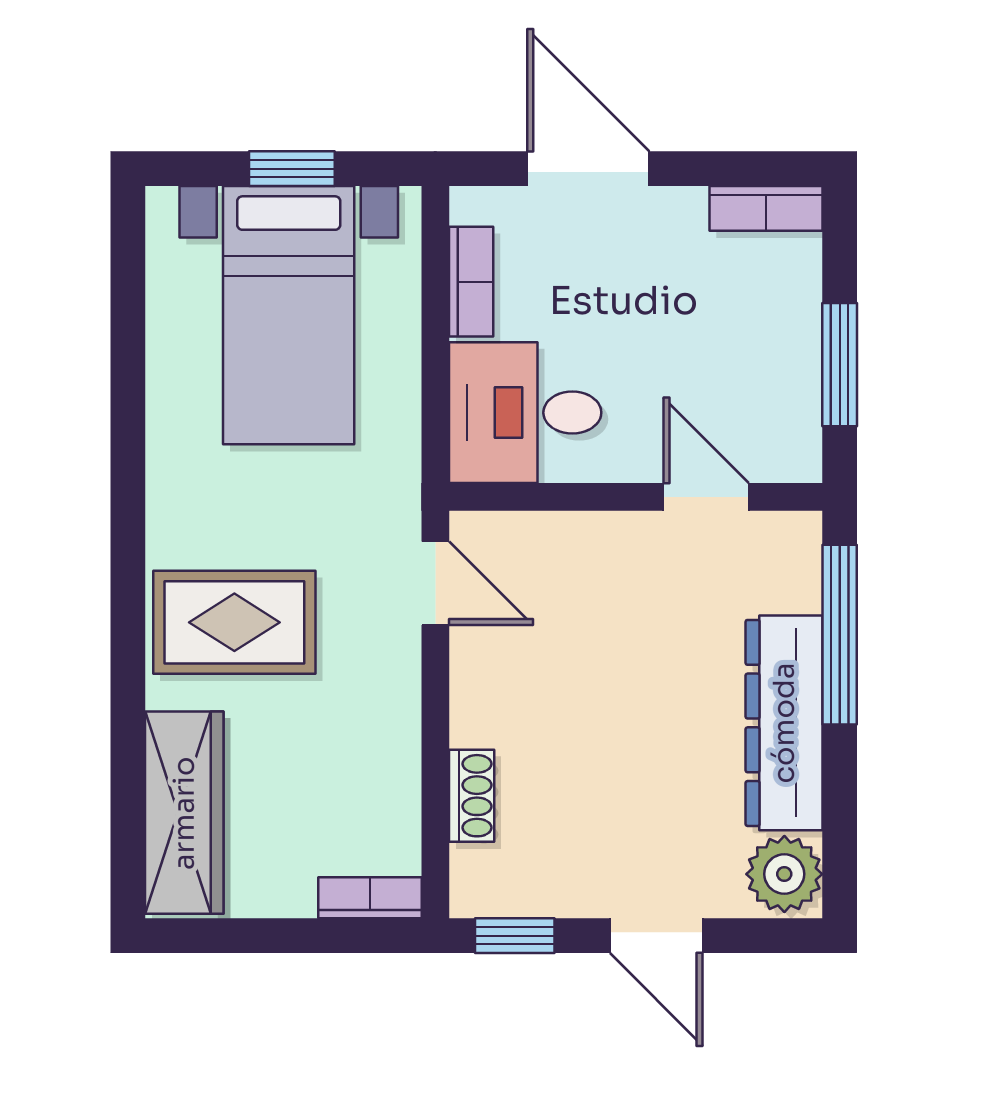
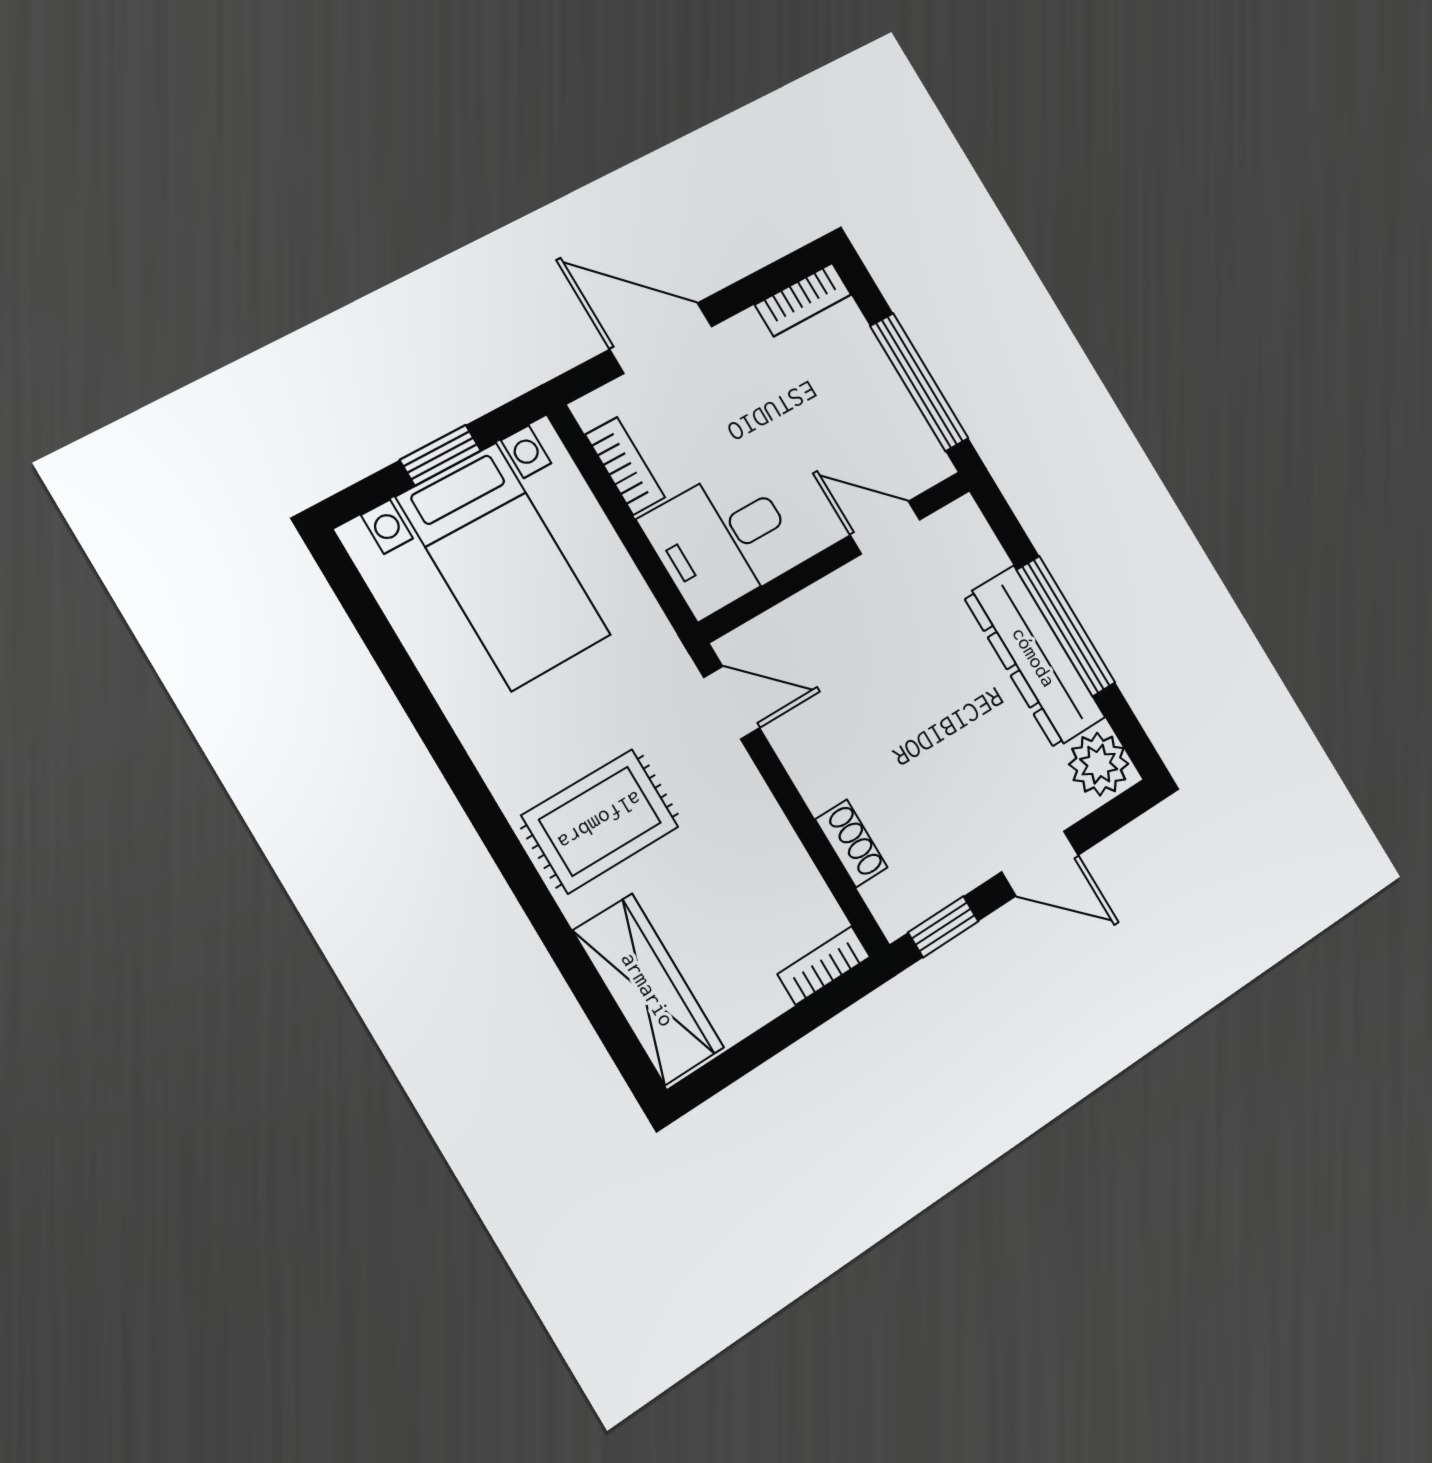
window: (840, 365) -> (919, 382), width x1.44
window: (840, 635) -> (1066, 626), moved

